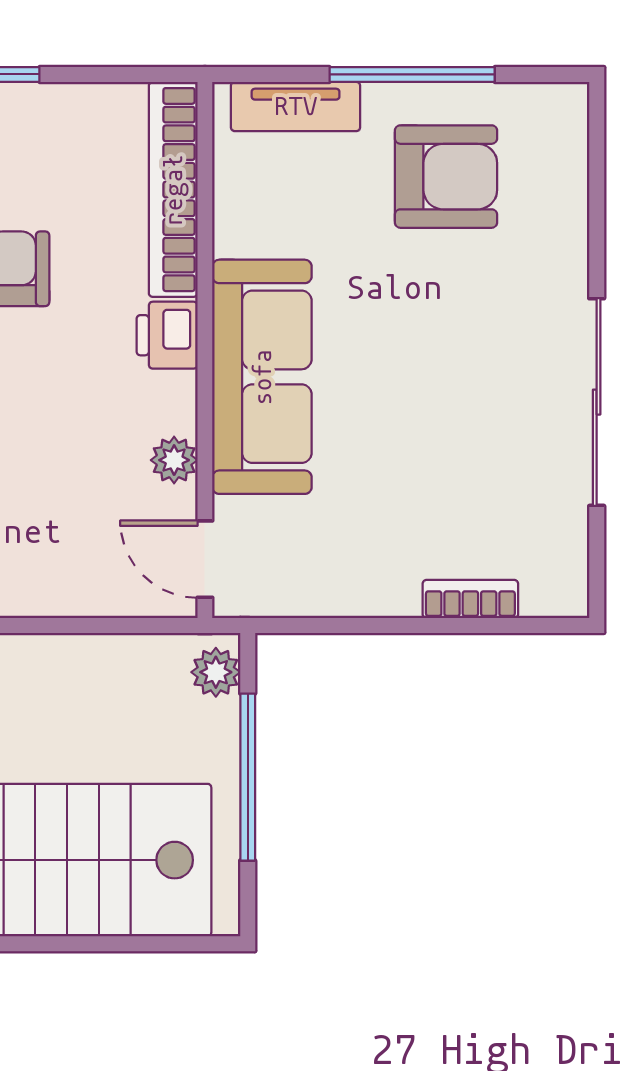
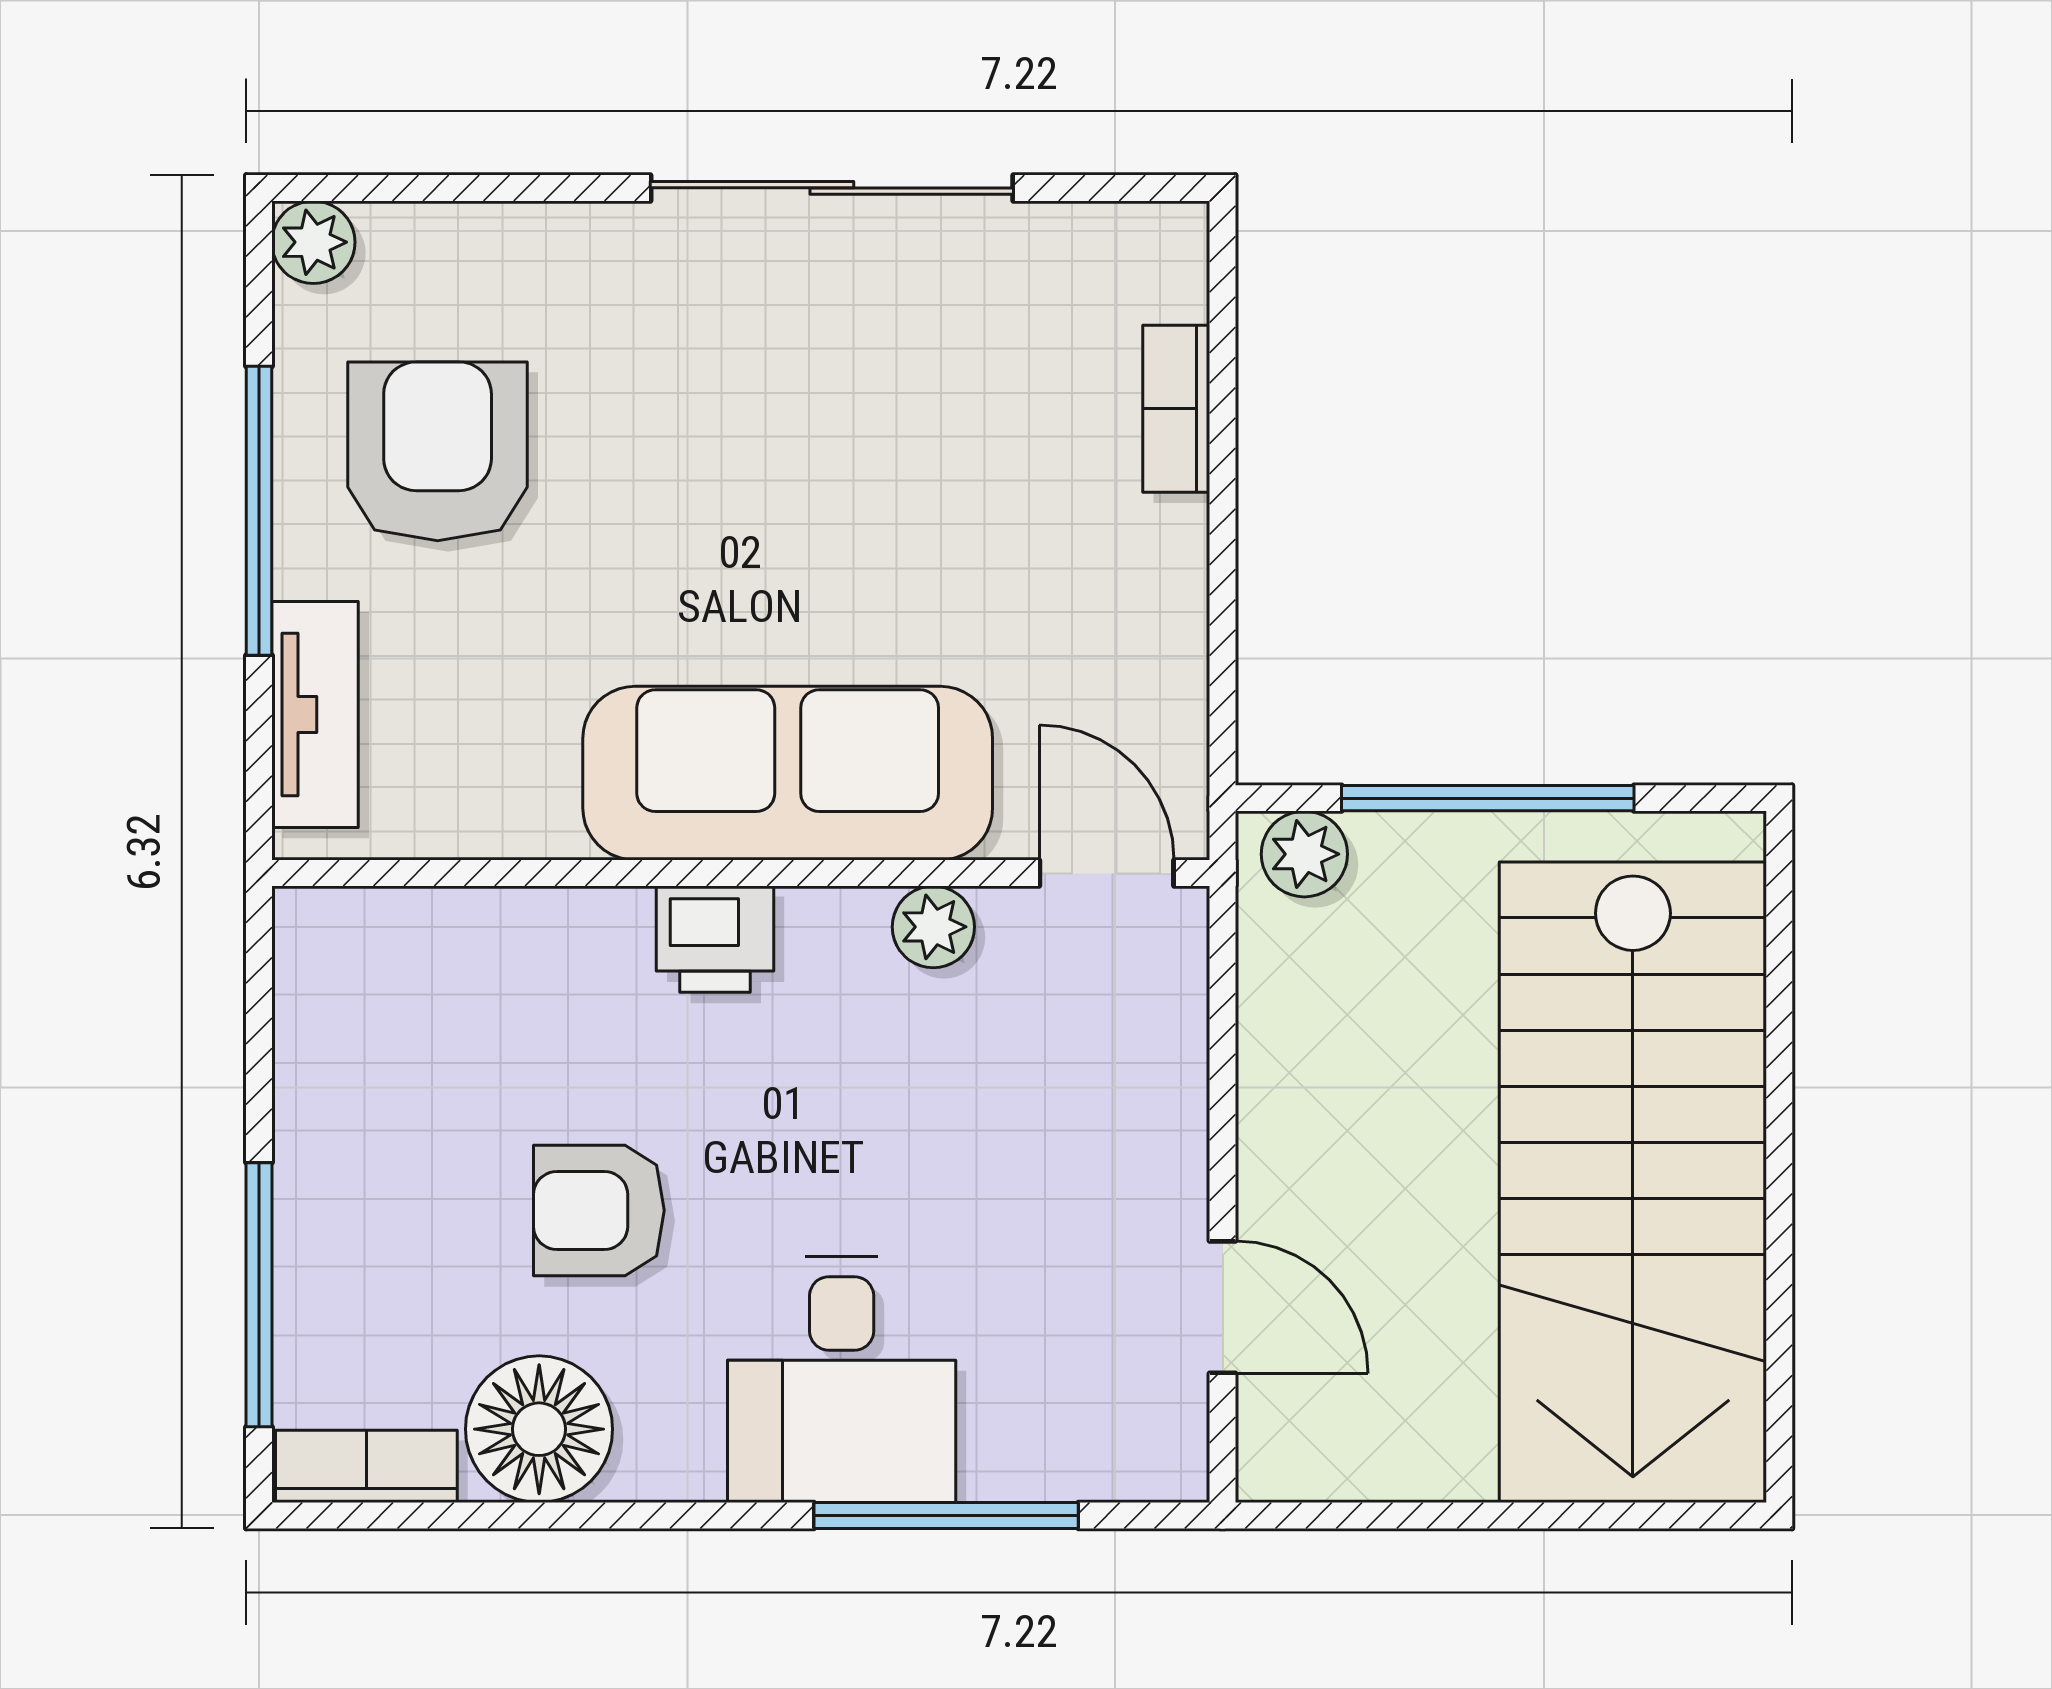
plant: (566, 106) -> (313, 242), added
bookcase: (173, 190) -> (460, 929), removed
door: (205, 559) -> (1107, 873), swing flipped

